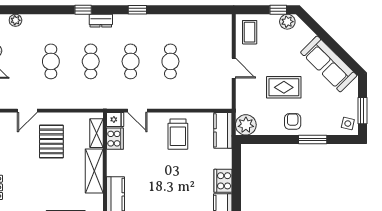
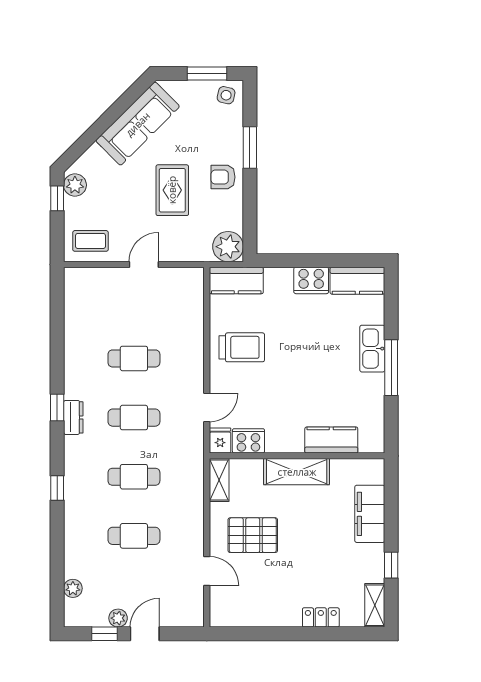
dresser: (101, 21) -> (73, 417), moved
shelving: (96, 133) -> (219, 480), moved, turned 90

